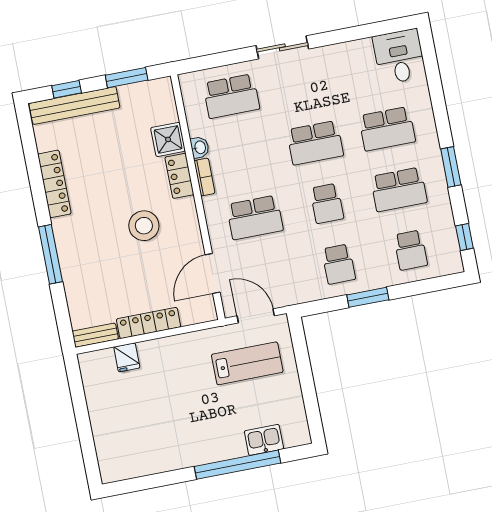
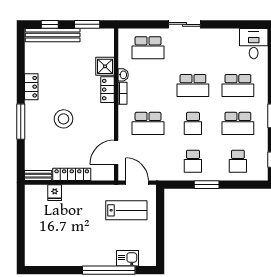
locker: (54, 184) -> (31, 87), width x0.66
stool: (144, 226) -> (63, 119), moved

